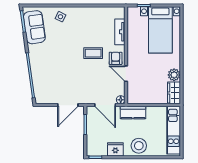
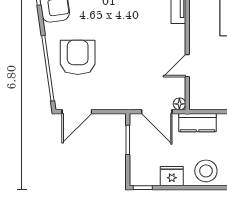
coffee table: (93, 53) -> (139, 36), removed
armchair: (116, 58) -> (78, 57), moved, width x1.88, depth x1.88
door: (126, 74) -> (187, 66), hinge flipped
door: (68, 105) -> (77, 112), moved

